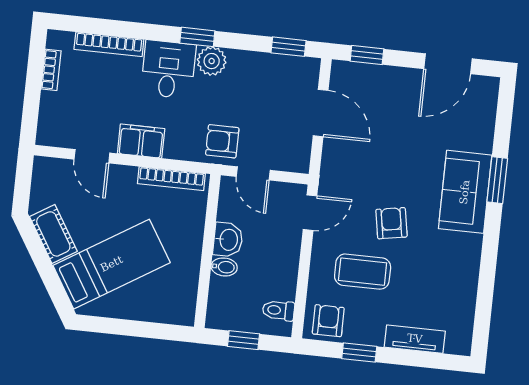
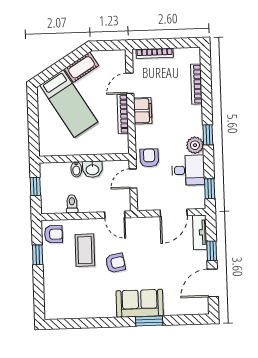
window: (367, 55) -> (212, 251), moved
door: (448, 64) -> (213, 283), hinge flipped
desk: (168, 69) -> (188, 170), moved
bookcase: (51, 70) -> (155, 53), moved, width x1.56
bookcase: (171, 179) -> (123, 114), moved
toilet: (278, 310) -> (72, 204), moved
tv unit: (415, 339) -> (200, 232), moved, turned 180

